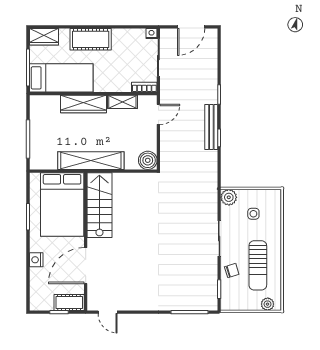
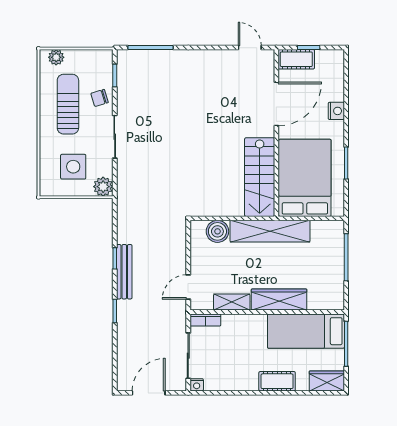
cot: (91, 39) -> (277, 381), width x0.73, depth x0.75
boiler: (148, 160) -> (217, 231), moved
side table: (253, 214) -> (73, 167), width x1.87, depth x1.87

